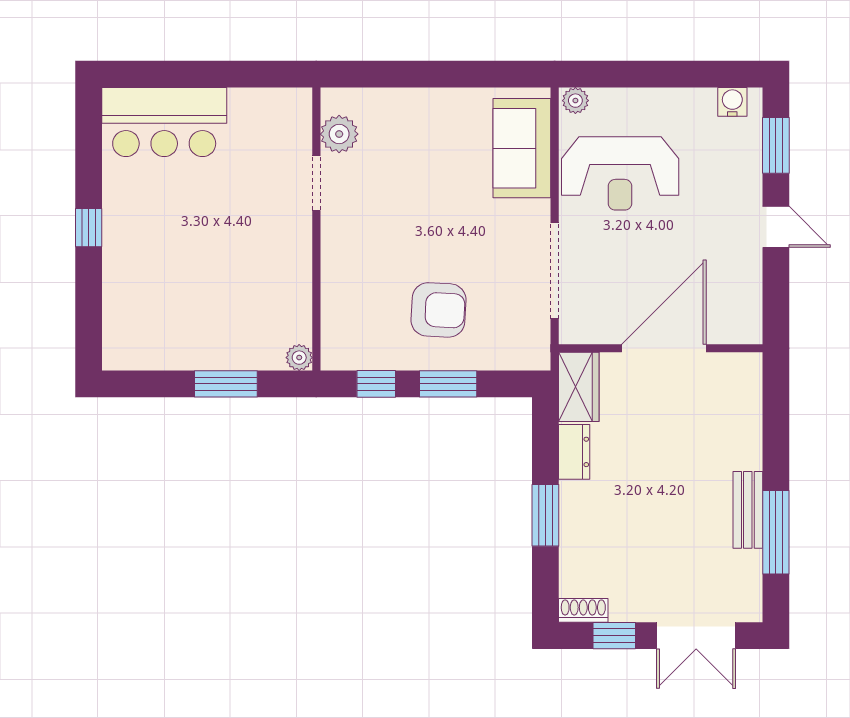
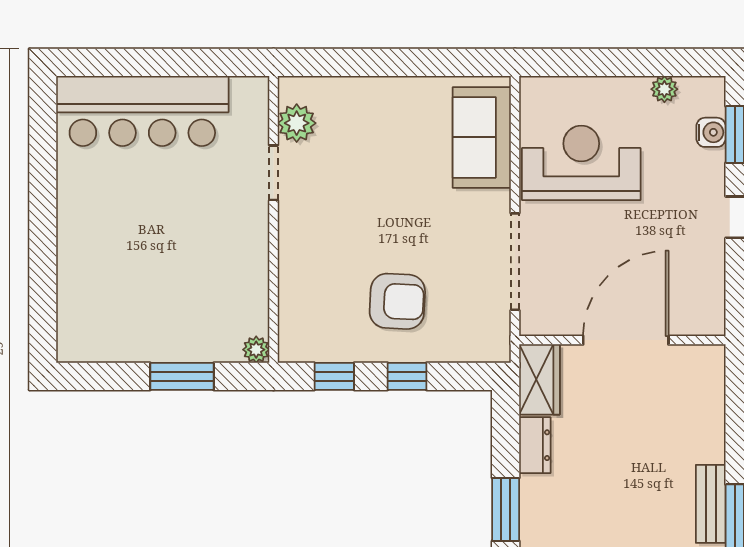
plant: (575, 101) -> (664, 89), moved
water cooler: (732, 102) -> (711, 132), moved, turned 90
bar counter: (164, 122) -> (142, 111), width x1.36
reception desk: (620, 173) -> (581, 163), turned 180
window: (89, 228) -> (43, 218), removed
window: (448, 384) -> (407, 376), width x0.67

